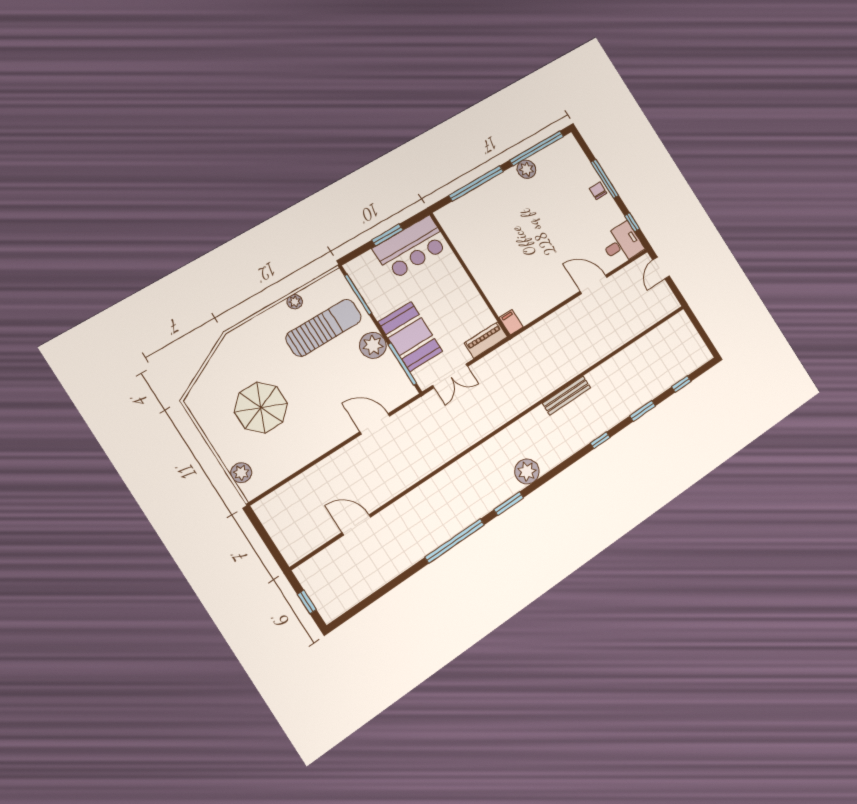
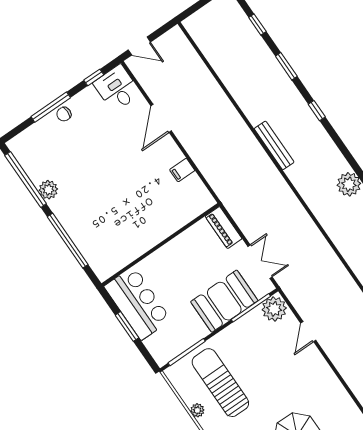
filing cabinet: (511, 322) -> (182, 170), moved
plant: (373, 345) -> (274, 309), moved
door: (375, 424) -> (308, 332), width x0.73

